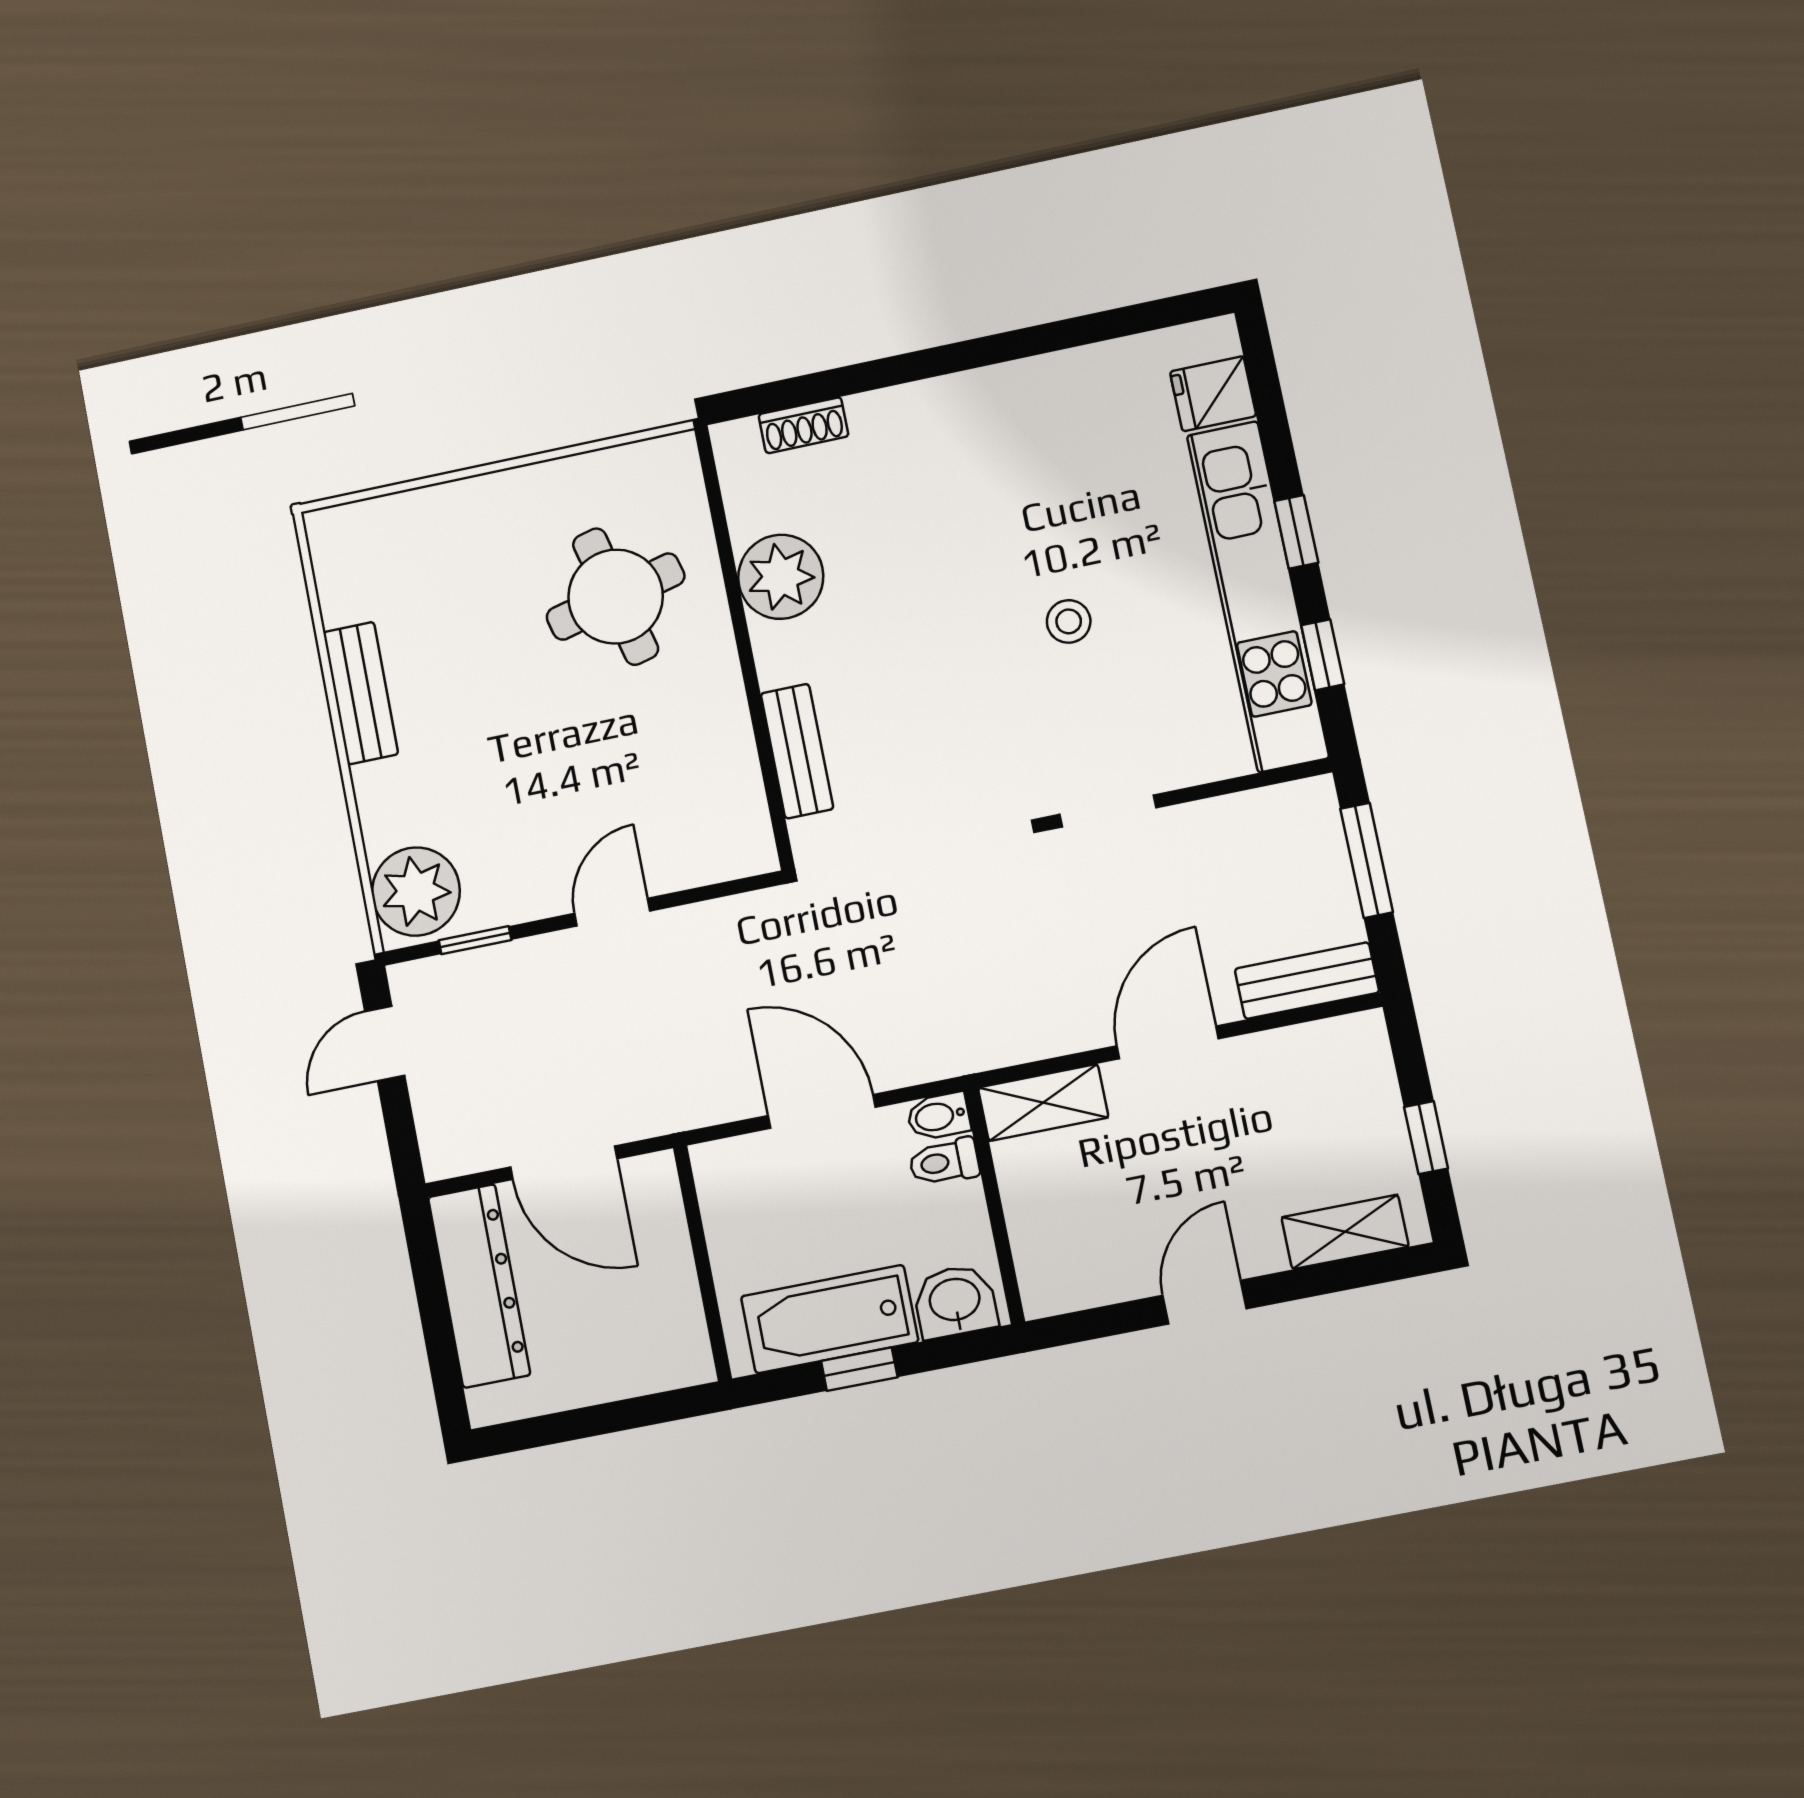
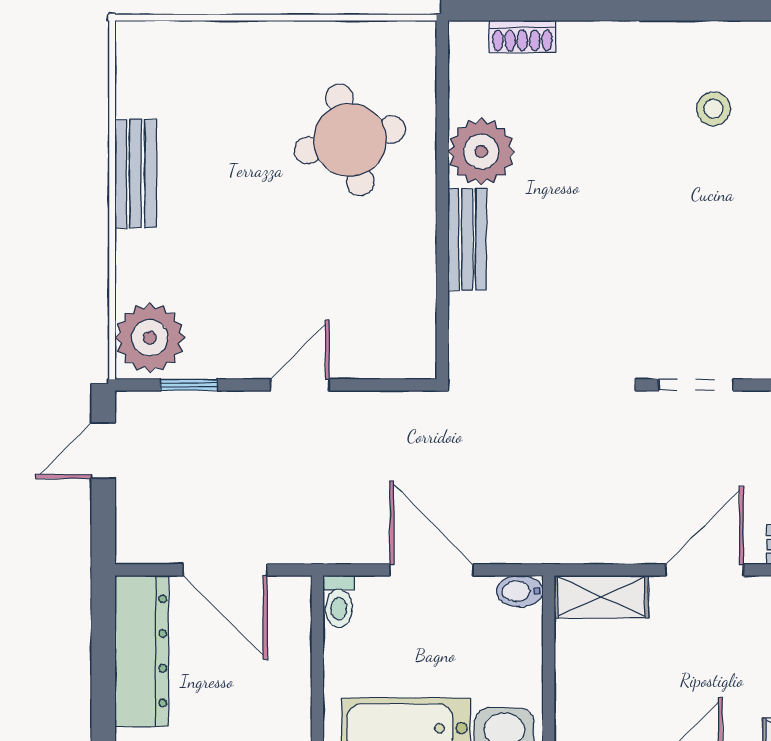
stool: (1069, 621) -> (713, 109), moved
bench: (797, 751) -> (467, 240), moved
toilet: (944, 1162) -> (339, 601), moved, turned -90

